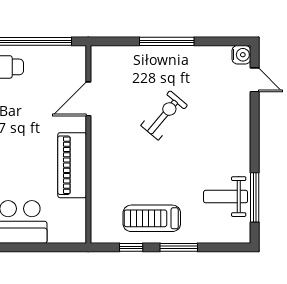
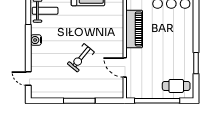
water cooler: (241, 55) -> (36, 40), moved
door: (88, 99) -> (125, 67), swing flipped

